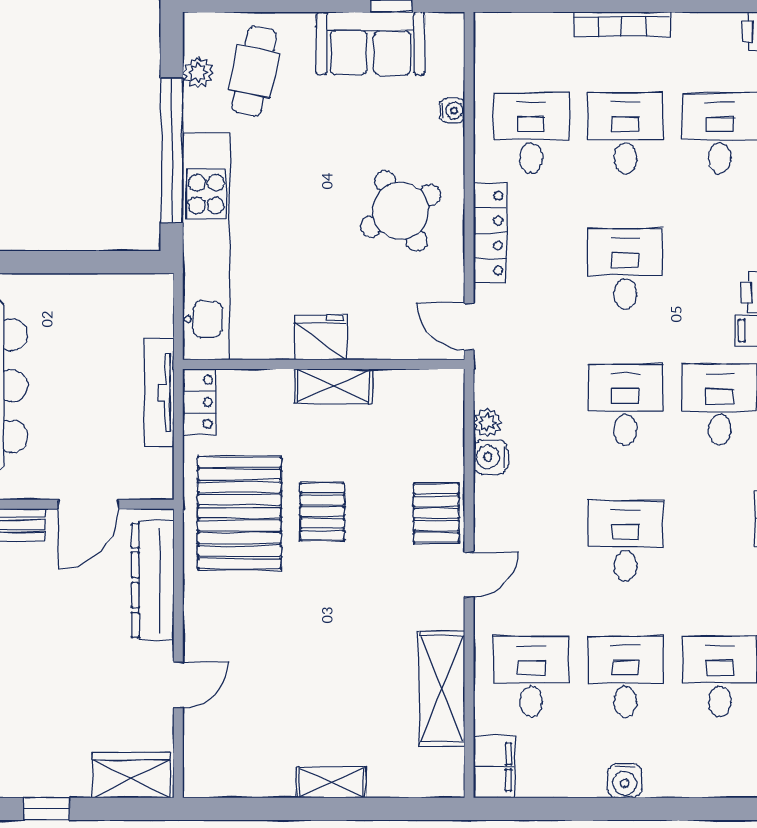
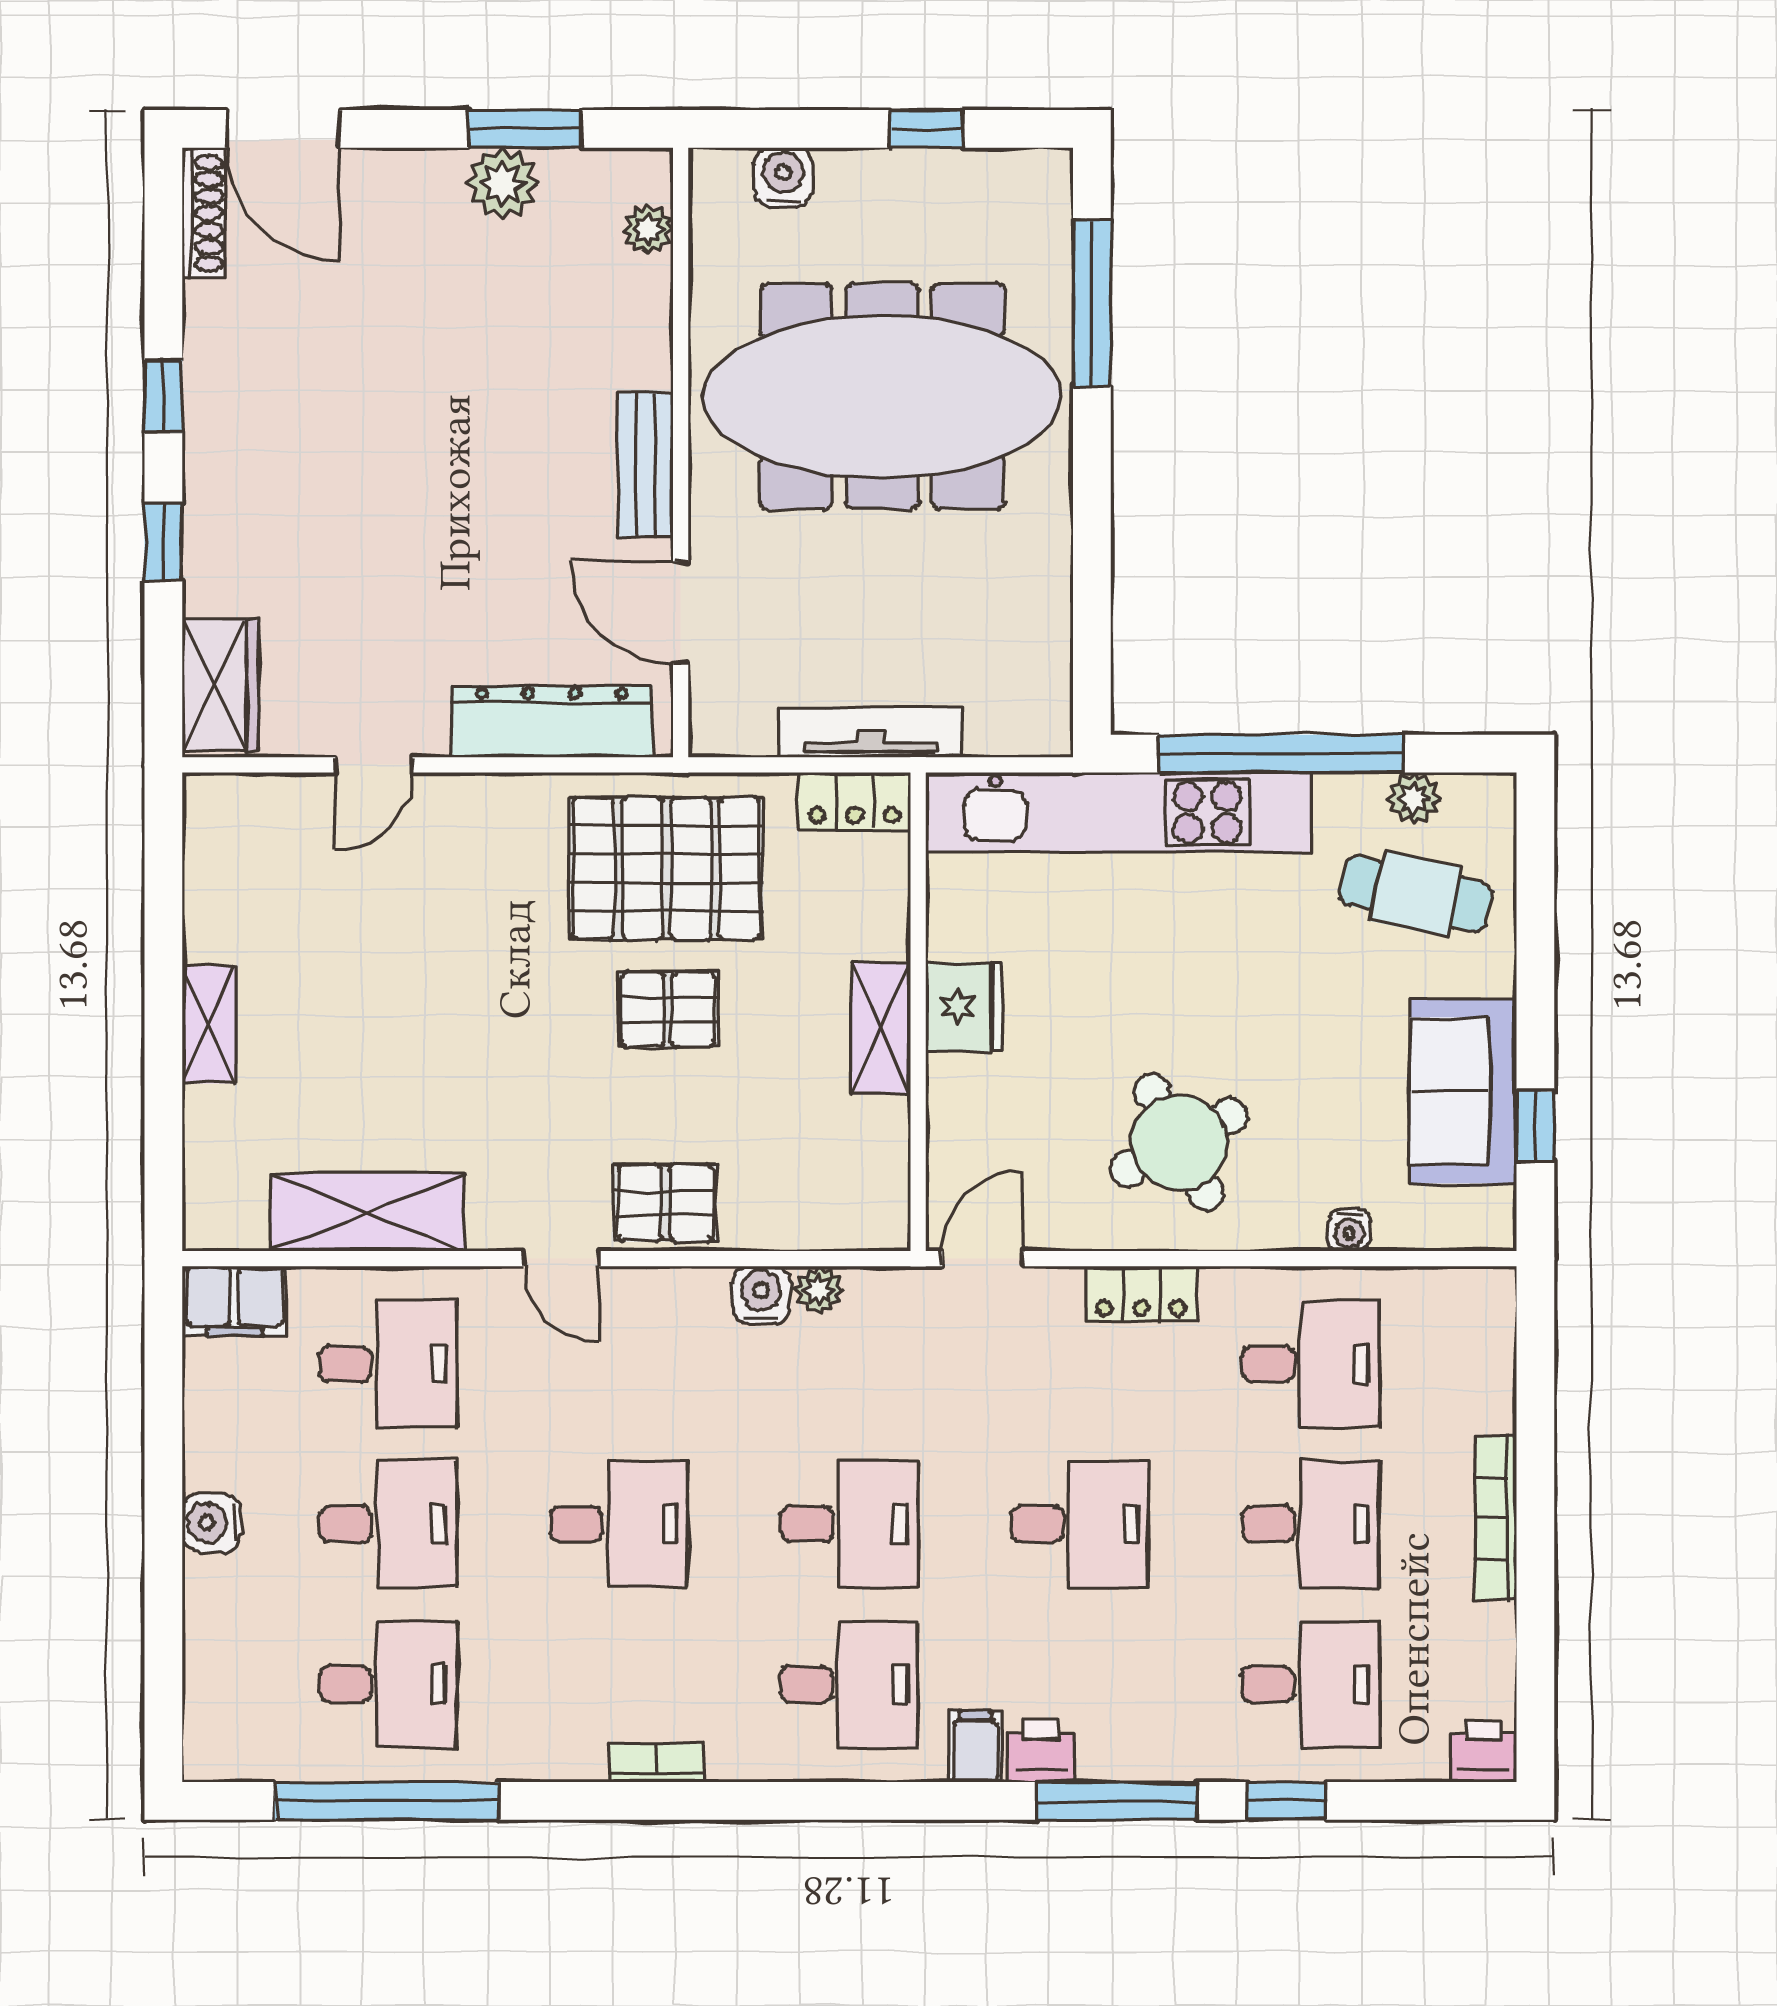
locker: (490, 233) -> (1141, 1294), width x0.66
door: (178, 685) -> (374, 765), hinge flipped

